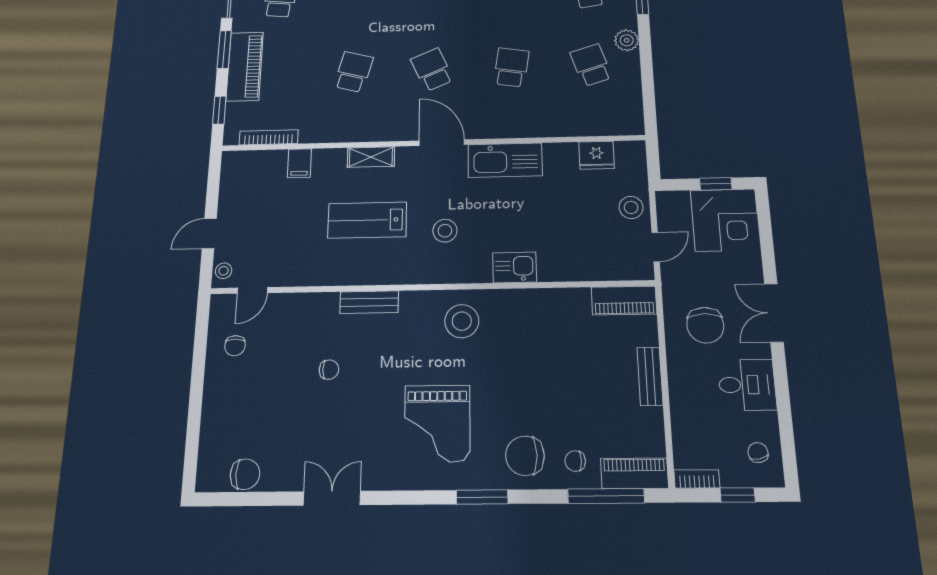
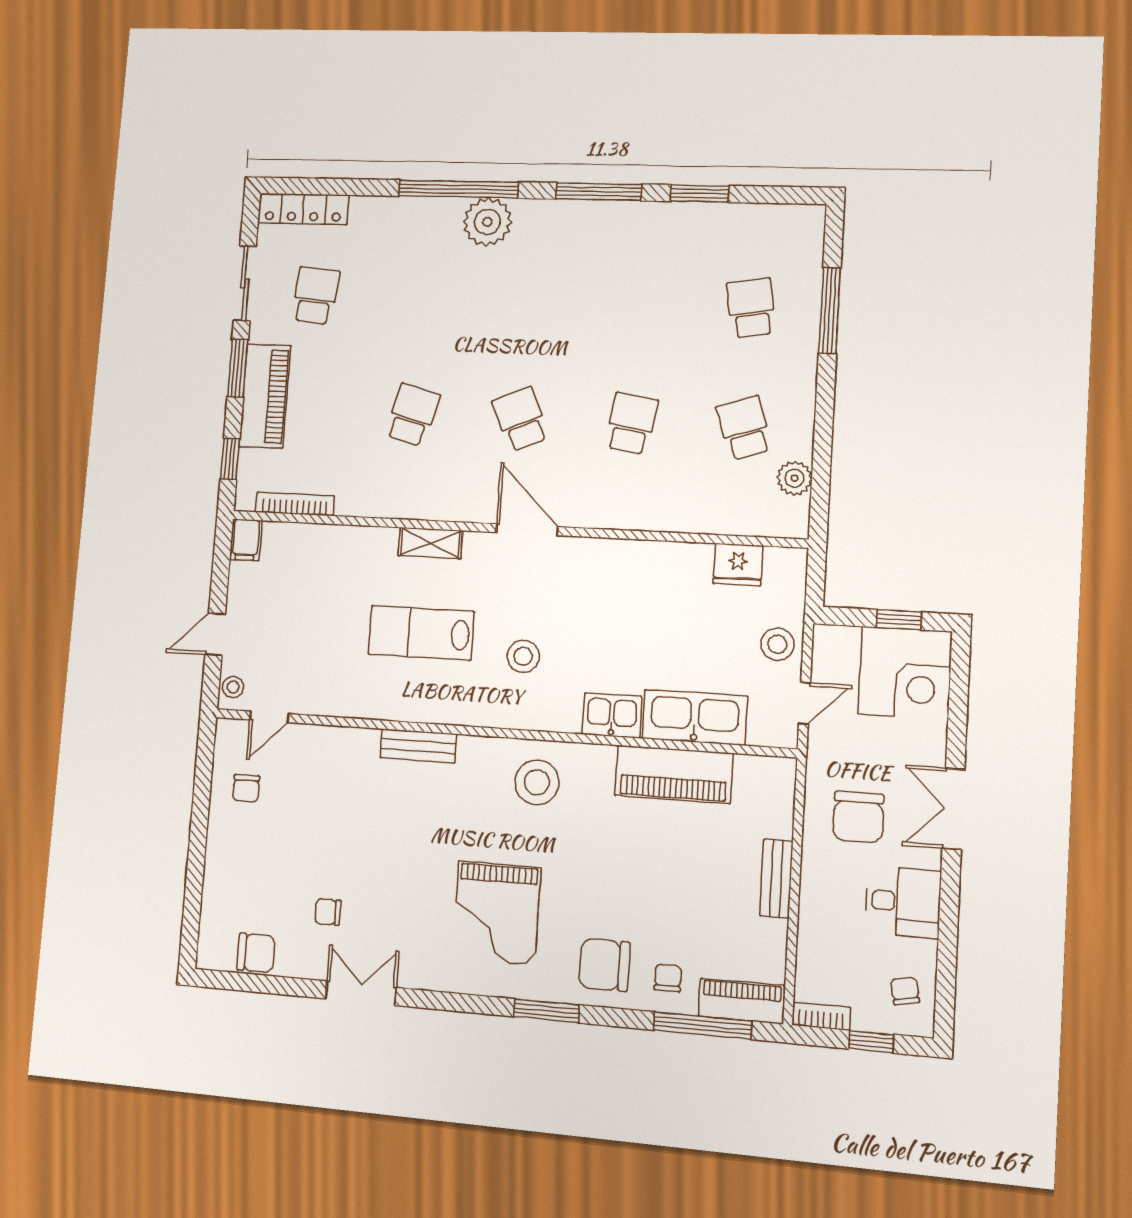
plant: (627, 40) -> (795, 478), moved
kitchen sink: (505, 160) -> (695, 717), moved, turned 180
filing cabinet: (299, 163) -> (246, 540), moved
piano: (624, 301) -> (674, 774), moved, width x1.37, depth x1.33
chair: (329, 370) -> (328, 912), moved, turned 180
chair: (575, 461) -> (668, 978), turned 90

